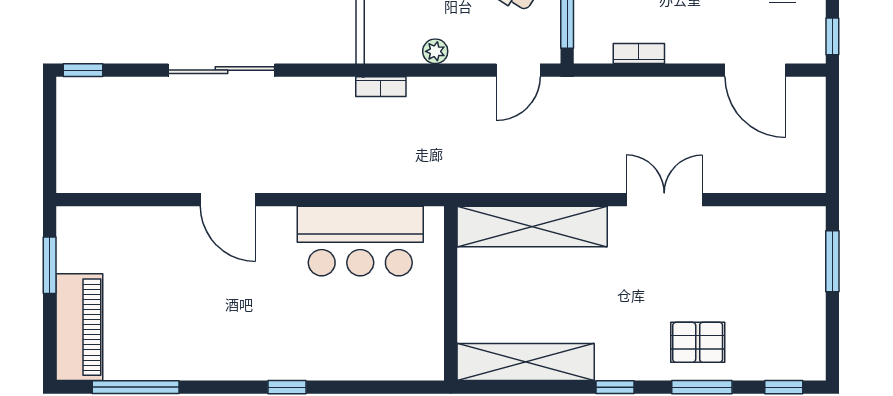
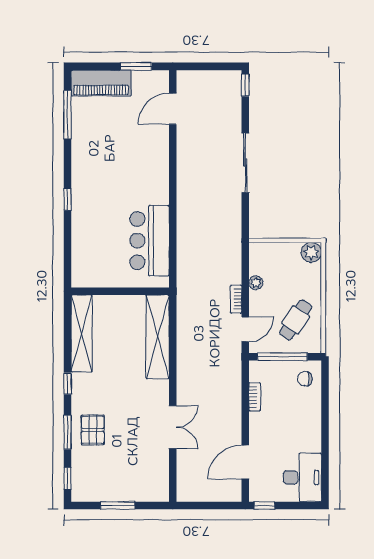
door: (518, 70) -> (245, 329), swing flipped
bookcase: (381, 87) -> (236, 299), moved
door: (228, 200) -> (173, 109), moved
double door: (664, 200) -> (173, 427), moved
window: (832, 261) -> (118, 505), moved

